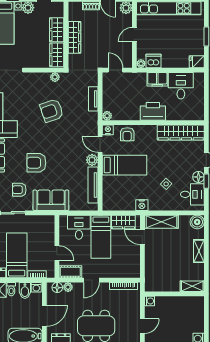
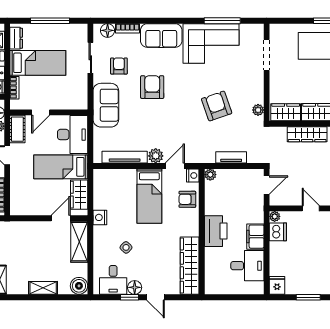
desk: (79, 227) -> (73, 135), width x1.37

